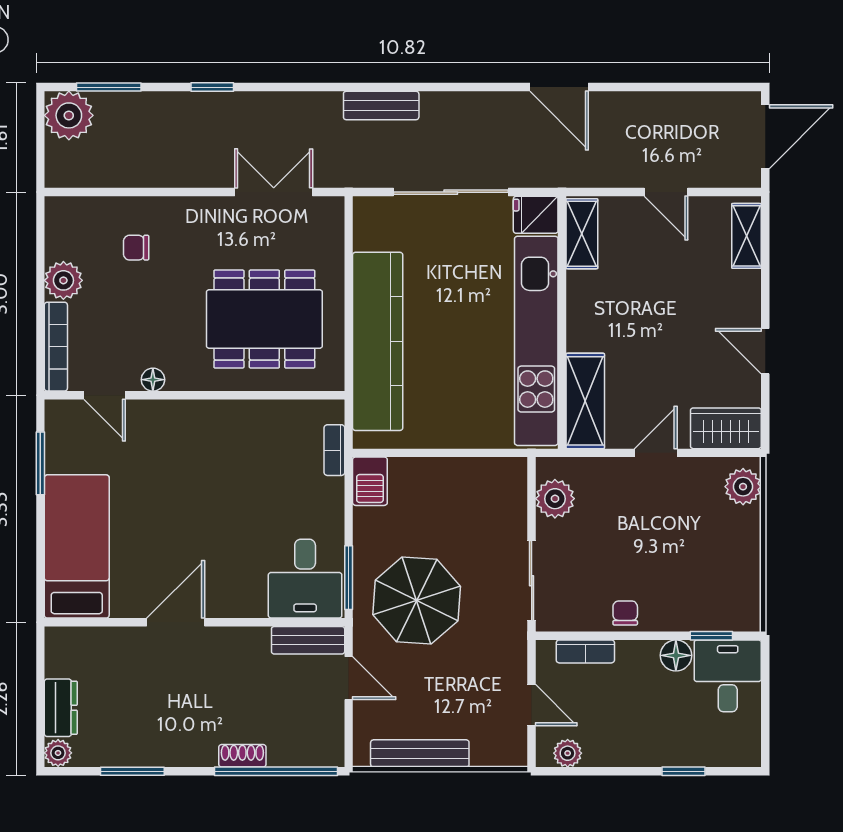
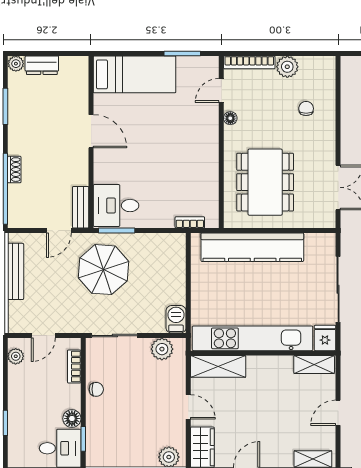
barbecue: (370, 481) -> (176, 319), moved, turned 90

